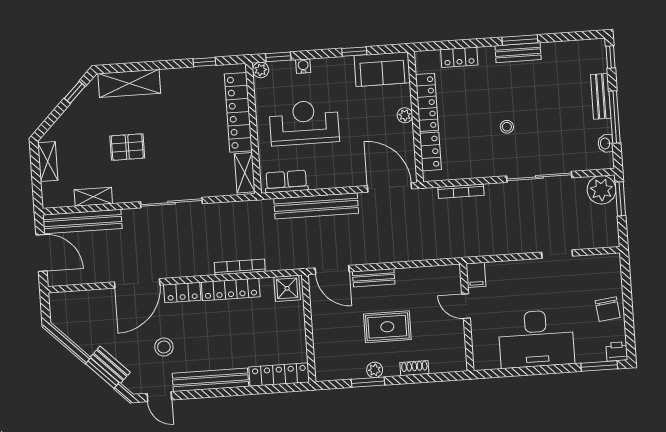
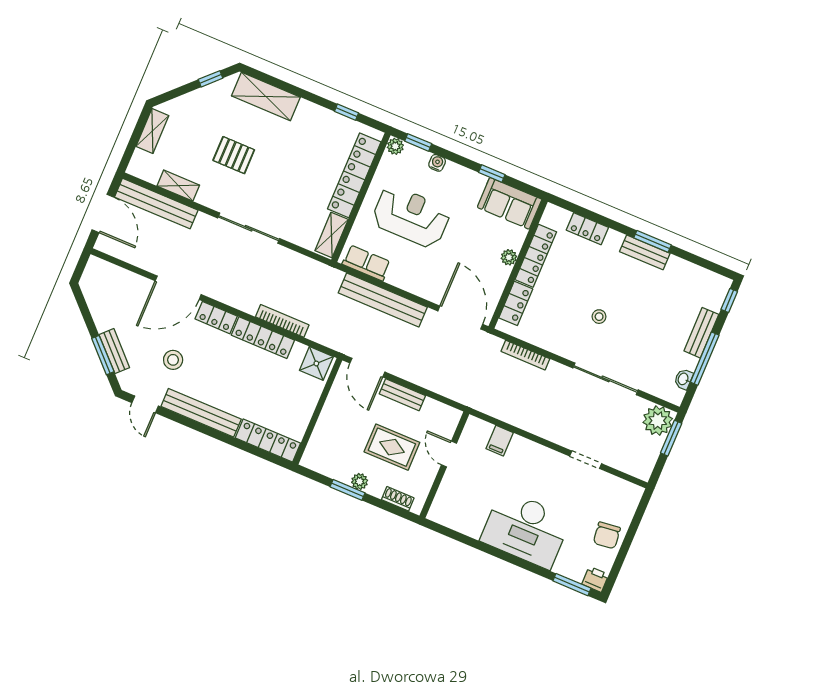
door: (466, 306) -> (449, 454), moved
wall: (467, 317) -> (444, 465), moved

